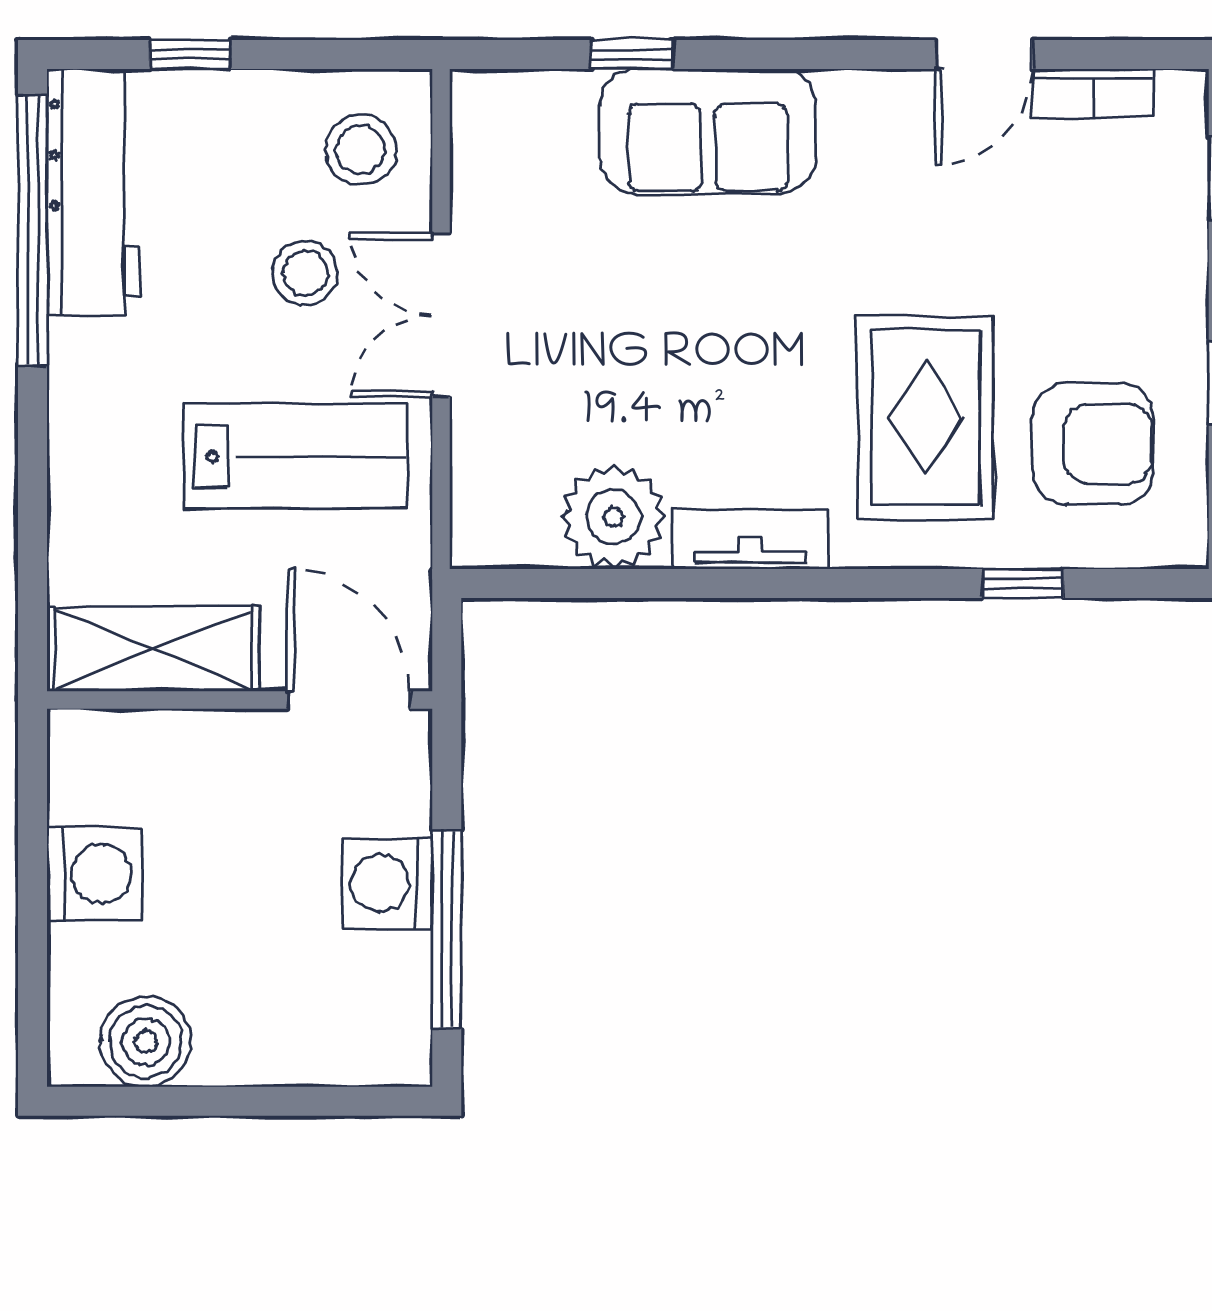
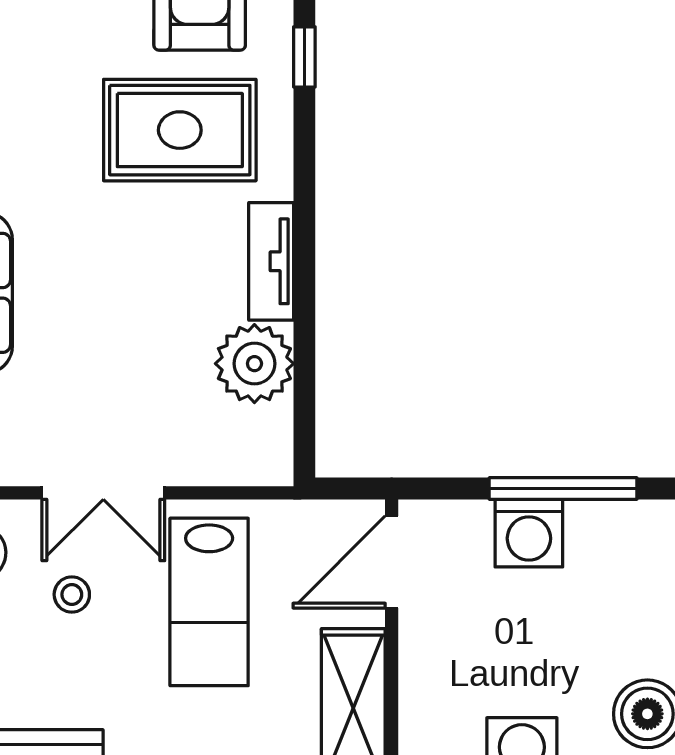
stool: (305, 273) -> (72, 594), width x0.73, depth x0.73
lab bench: (295, 456) -> (209, 602), turned 180

